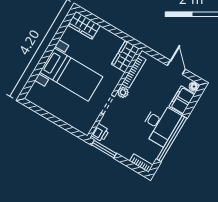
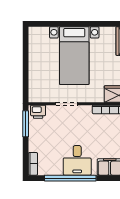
plant: (123, 92) -> (86, 111), removed
desk: (160, 124) -> (77, 160), width x0.73

